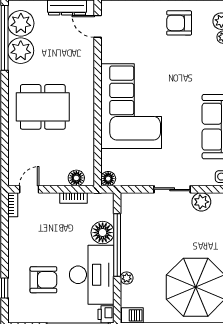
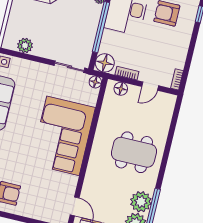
door: (29, 189) -> (150, 86), moved
sliding door: (172, 189) -> (70, 67), moved
floor lamp: (103, 233) -> (105, 63), moved

